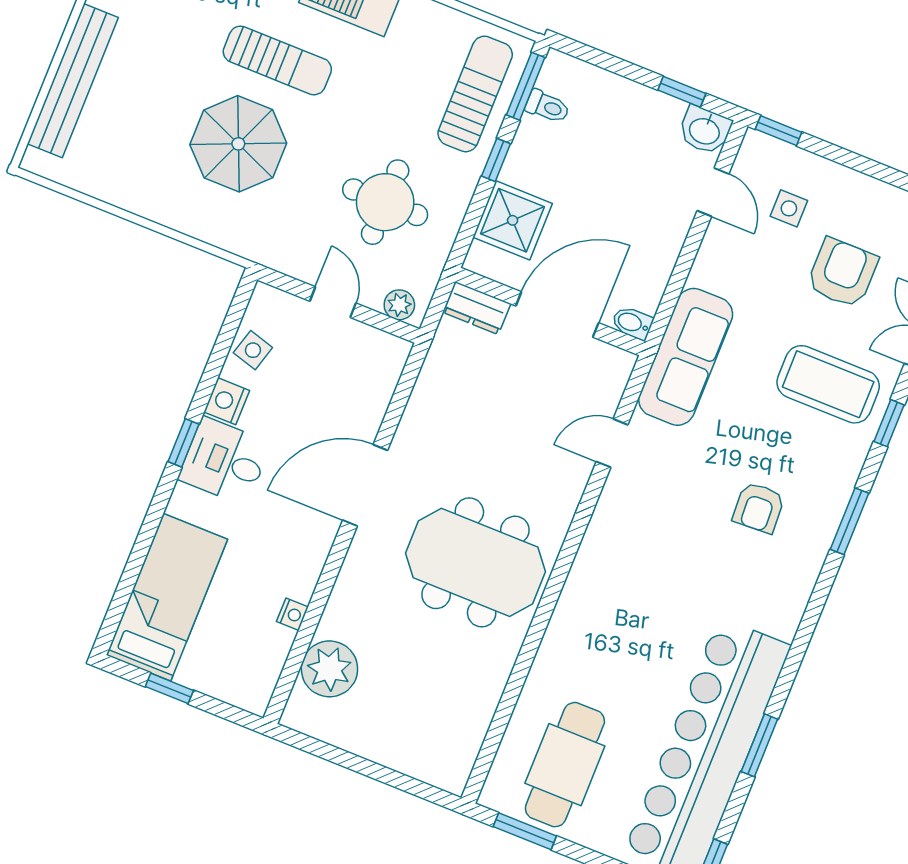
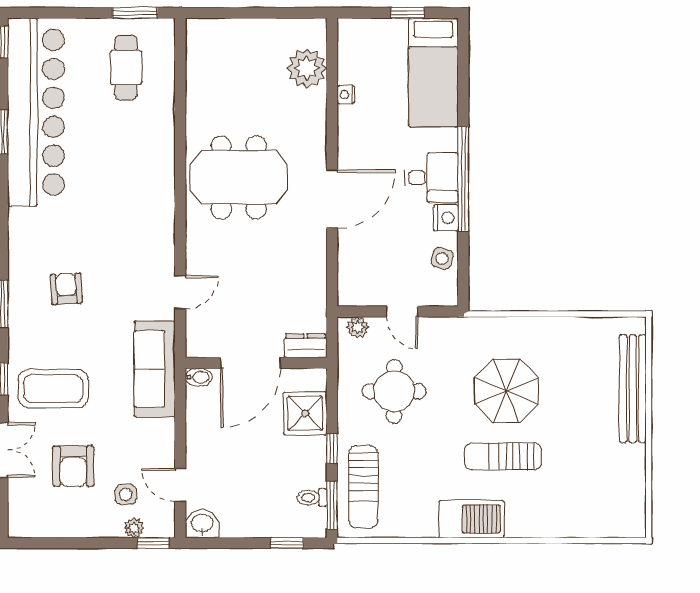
window: (682, 92) -> (287, 543), moved
plant: (796, 160) -> (134, 528), added
window: (184, 443) -> (463, 179), width x3.17
cafe table: (565, 765) -> (126, 68), width x0.73, depth x0.74

